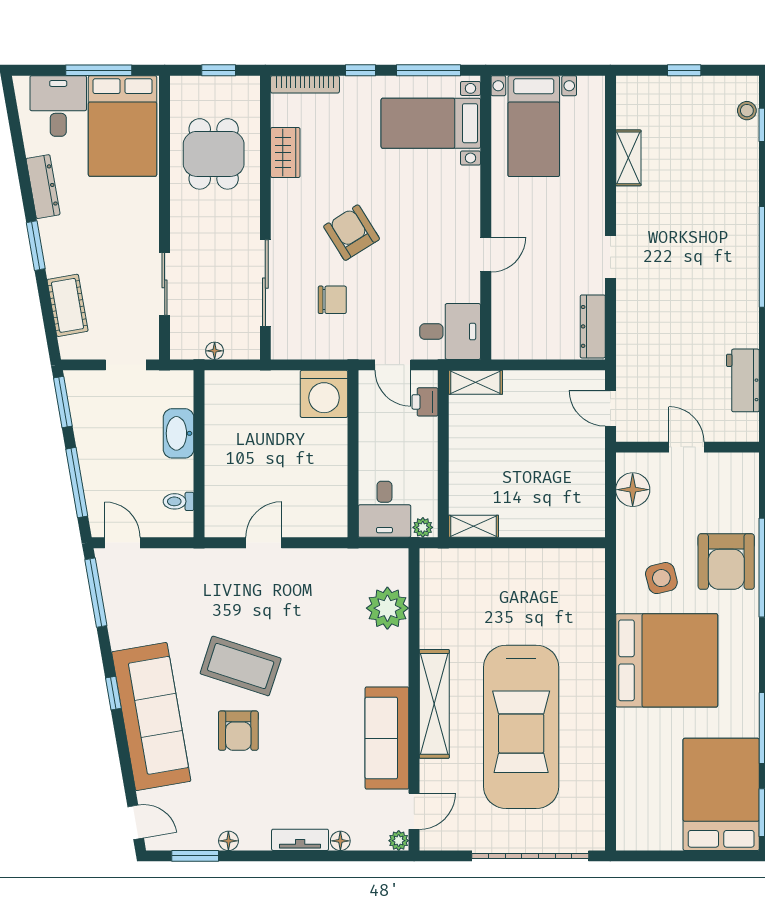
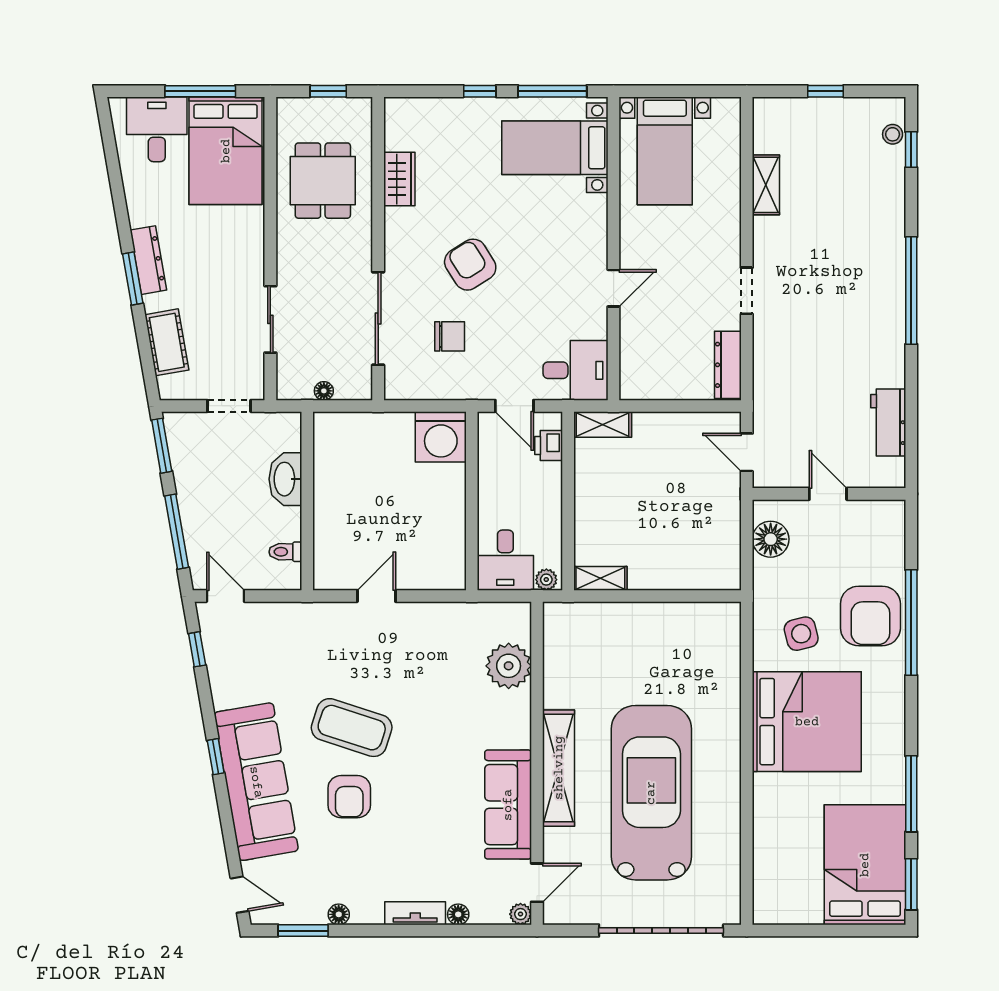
bookcase: (305, 84) -> (420, 106), removed
dresser: (43, 187) -> (148, 260), moved
window: (96, 593) -> (197, 649), width x0.46
car: (521, 727) -> (651, 793), turned 180

